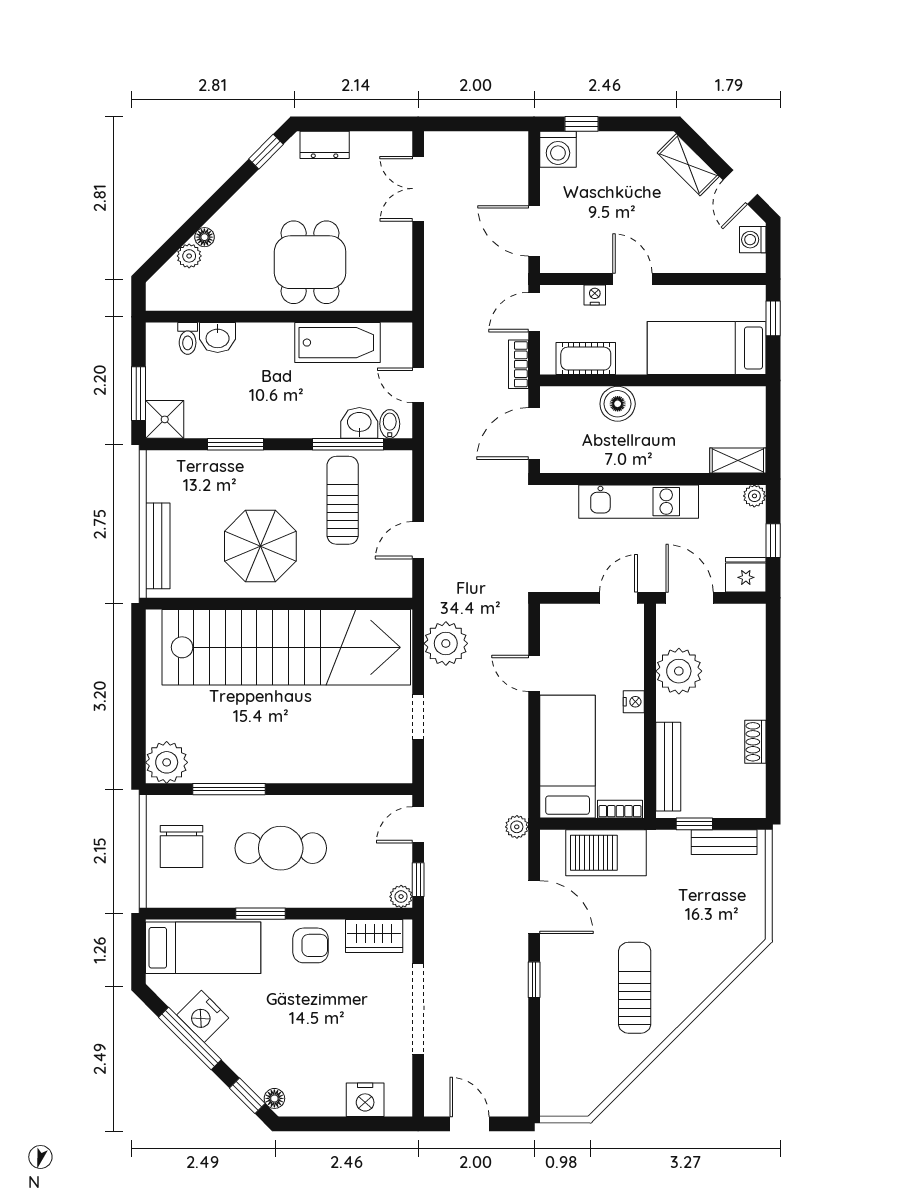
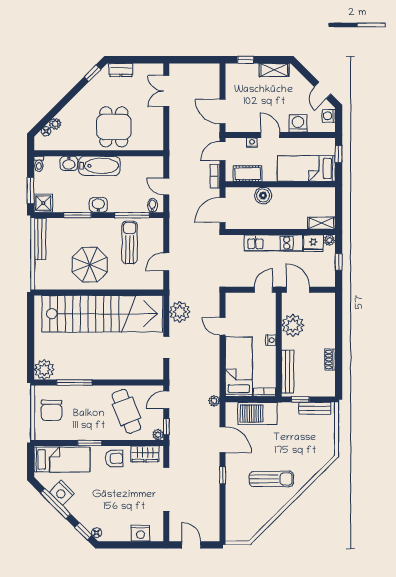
washing machine: (558, 149) -> (298, 123), moved, turned 180
shelving: (688, 165) -> (274, 70), moved, turned -45
floor lamp: (204, 237) -> (46, 131), moved
toilet: (188, 338) -> (39, 164), moved
bathtub: (338, 343) -> (99, 166), moved
washbasin: (359, 423) -> (98, 205), moved
bench: (158, 546) -> (40, 239), moved
fridge: (746, 575) -> (313, 243), moved, turned 180
cafe table: (281, 848) -> (126, 411), moved, turned 68
sun lounger: (635, 988) -> (271, 479), turned 90

